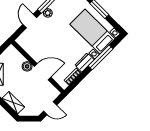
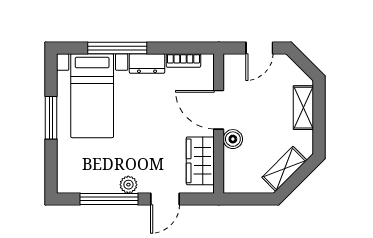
wardrobe: (31, 47) -> (200, 161), added
door: (50, 108) -> (259, 48), swing flipped

